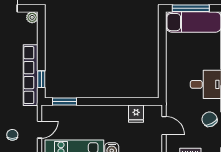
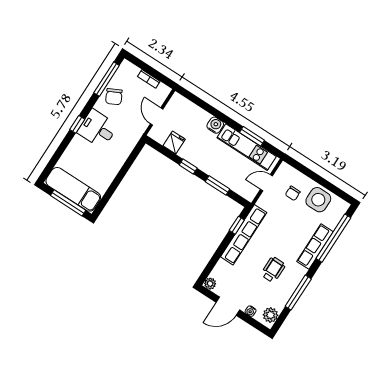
window: (64, 101) -> (217, 185), moved
window: (112, 101) -> (188, 166), added

